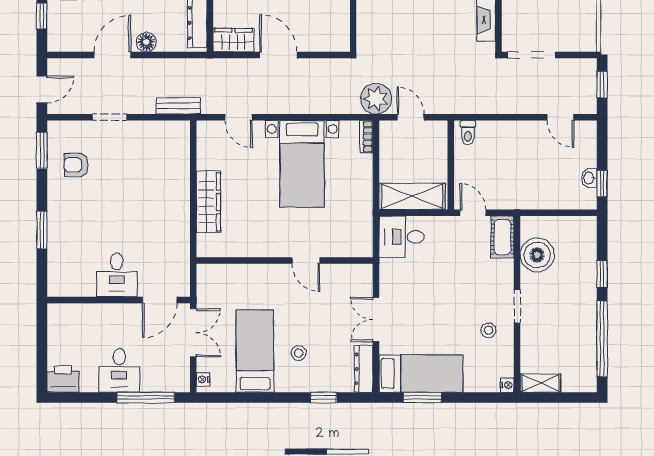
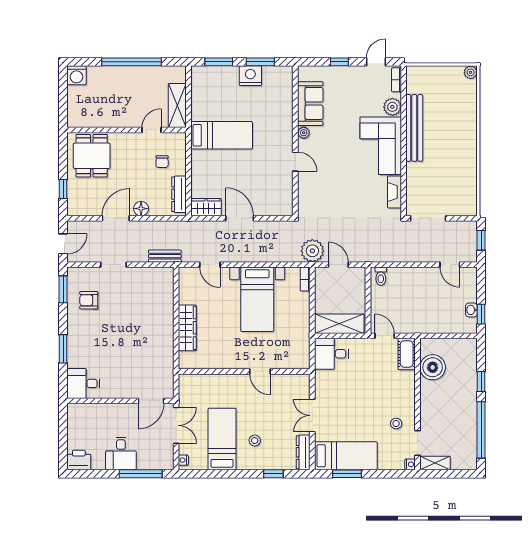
desk: (117, 275) -> (83, 383), moved, turned 90
doorway: (517, 306) -> (418, 443), moved

